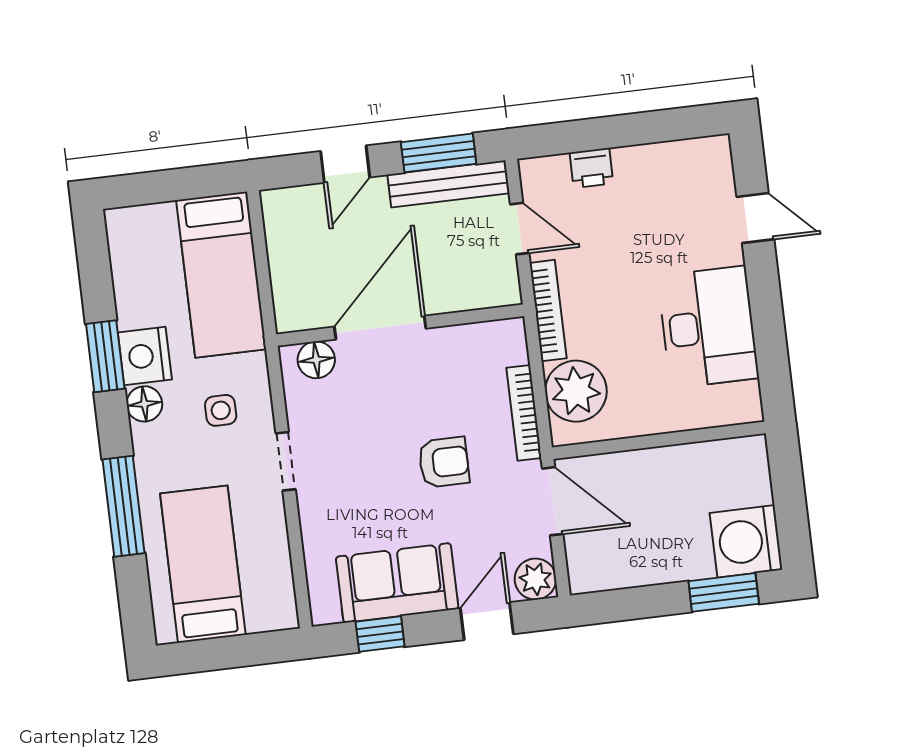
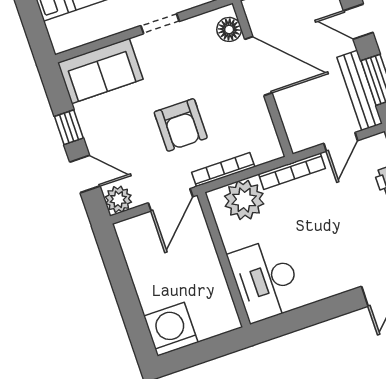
desk: (708, 327) -> (266, 280), moved, turned 90
armchair: (444, 462) -> (181, 125), width x1.38, depth x1.38
sofa: (397, 583) -> (100, 71), moved, turned 90
window: (724, 592) -> (135, 322), removed
window: (380, 634) -> (69, 127), moved

